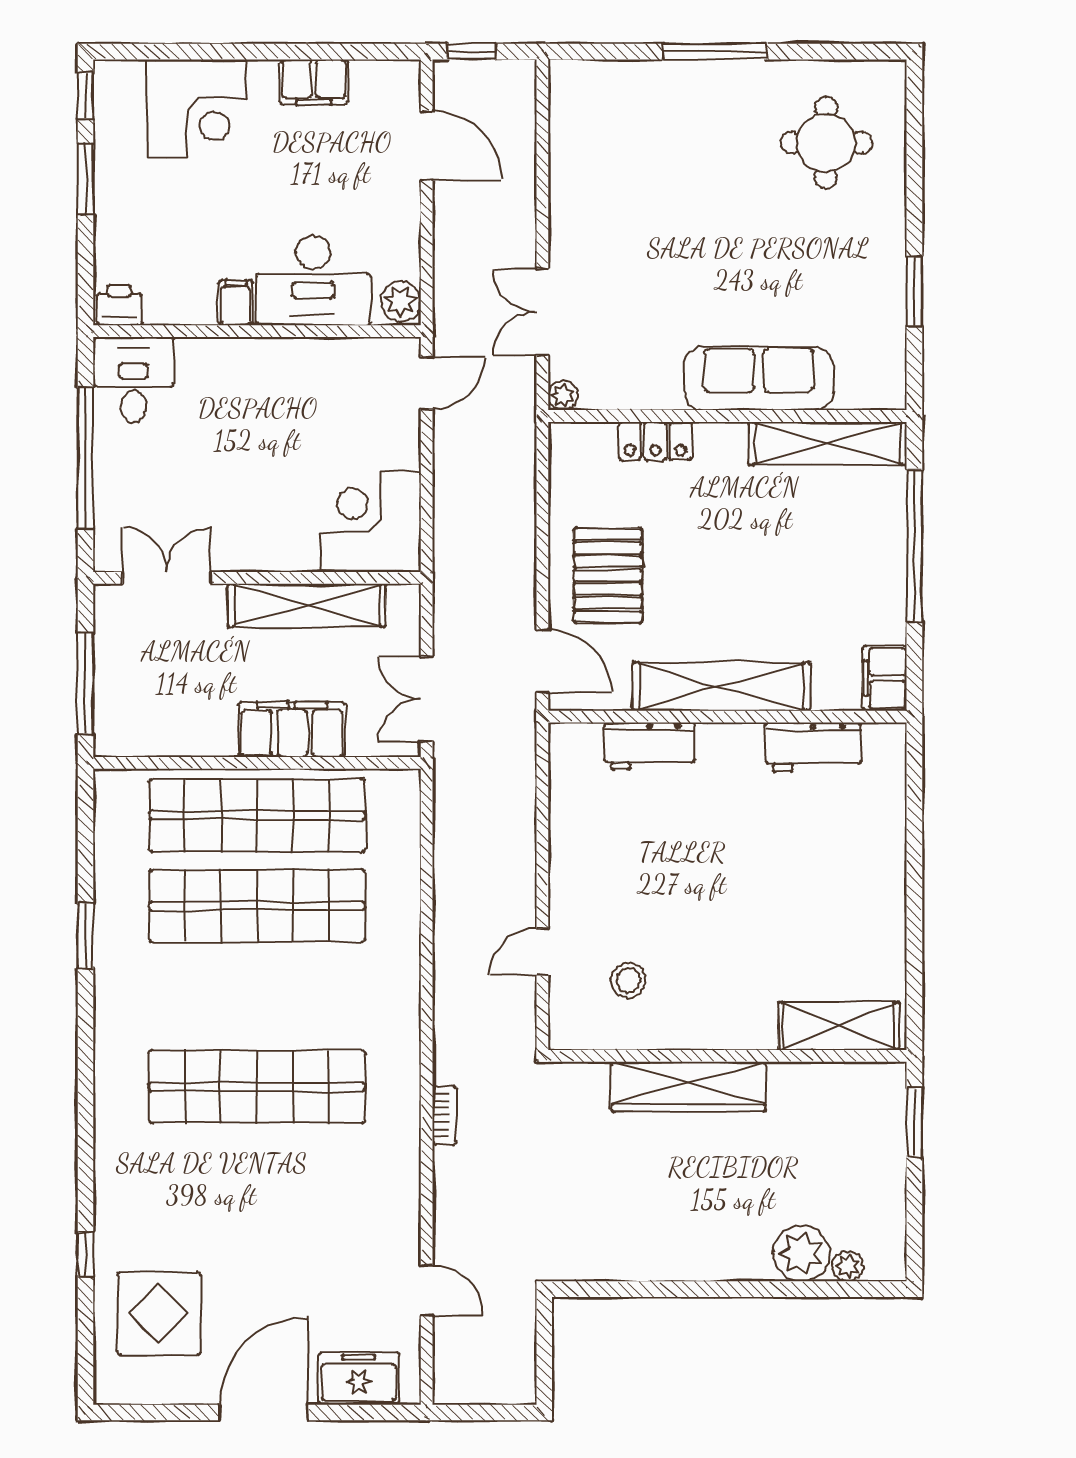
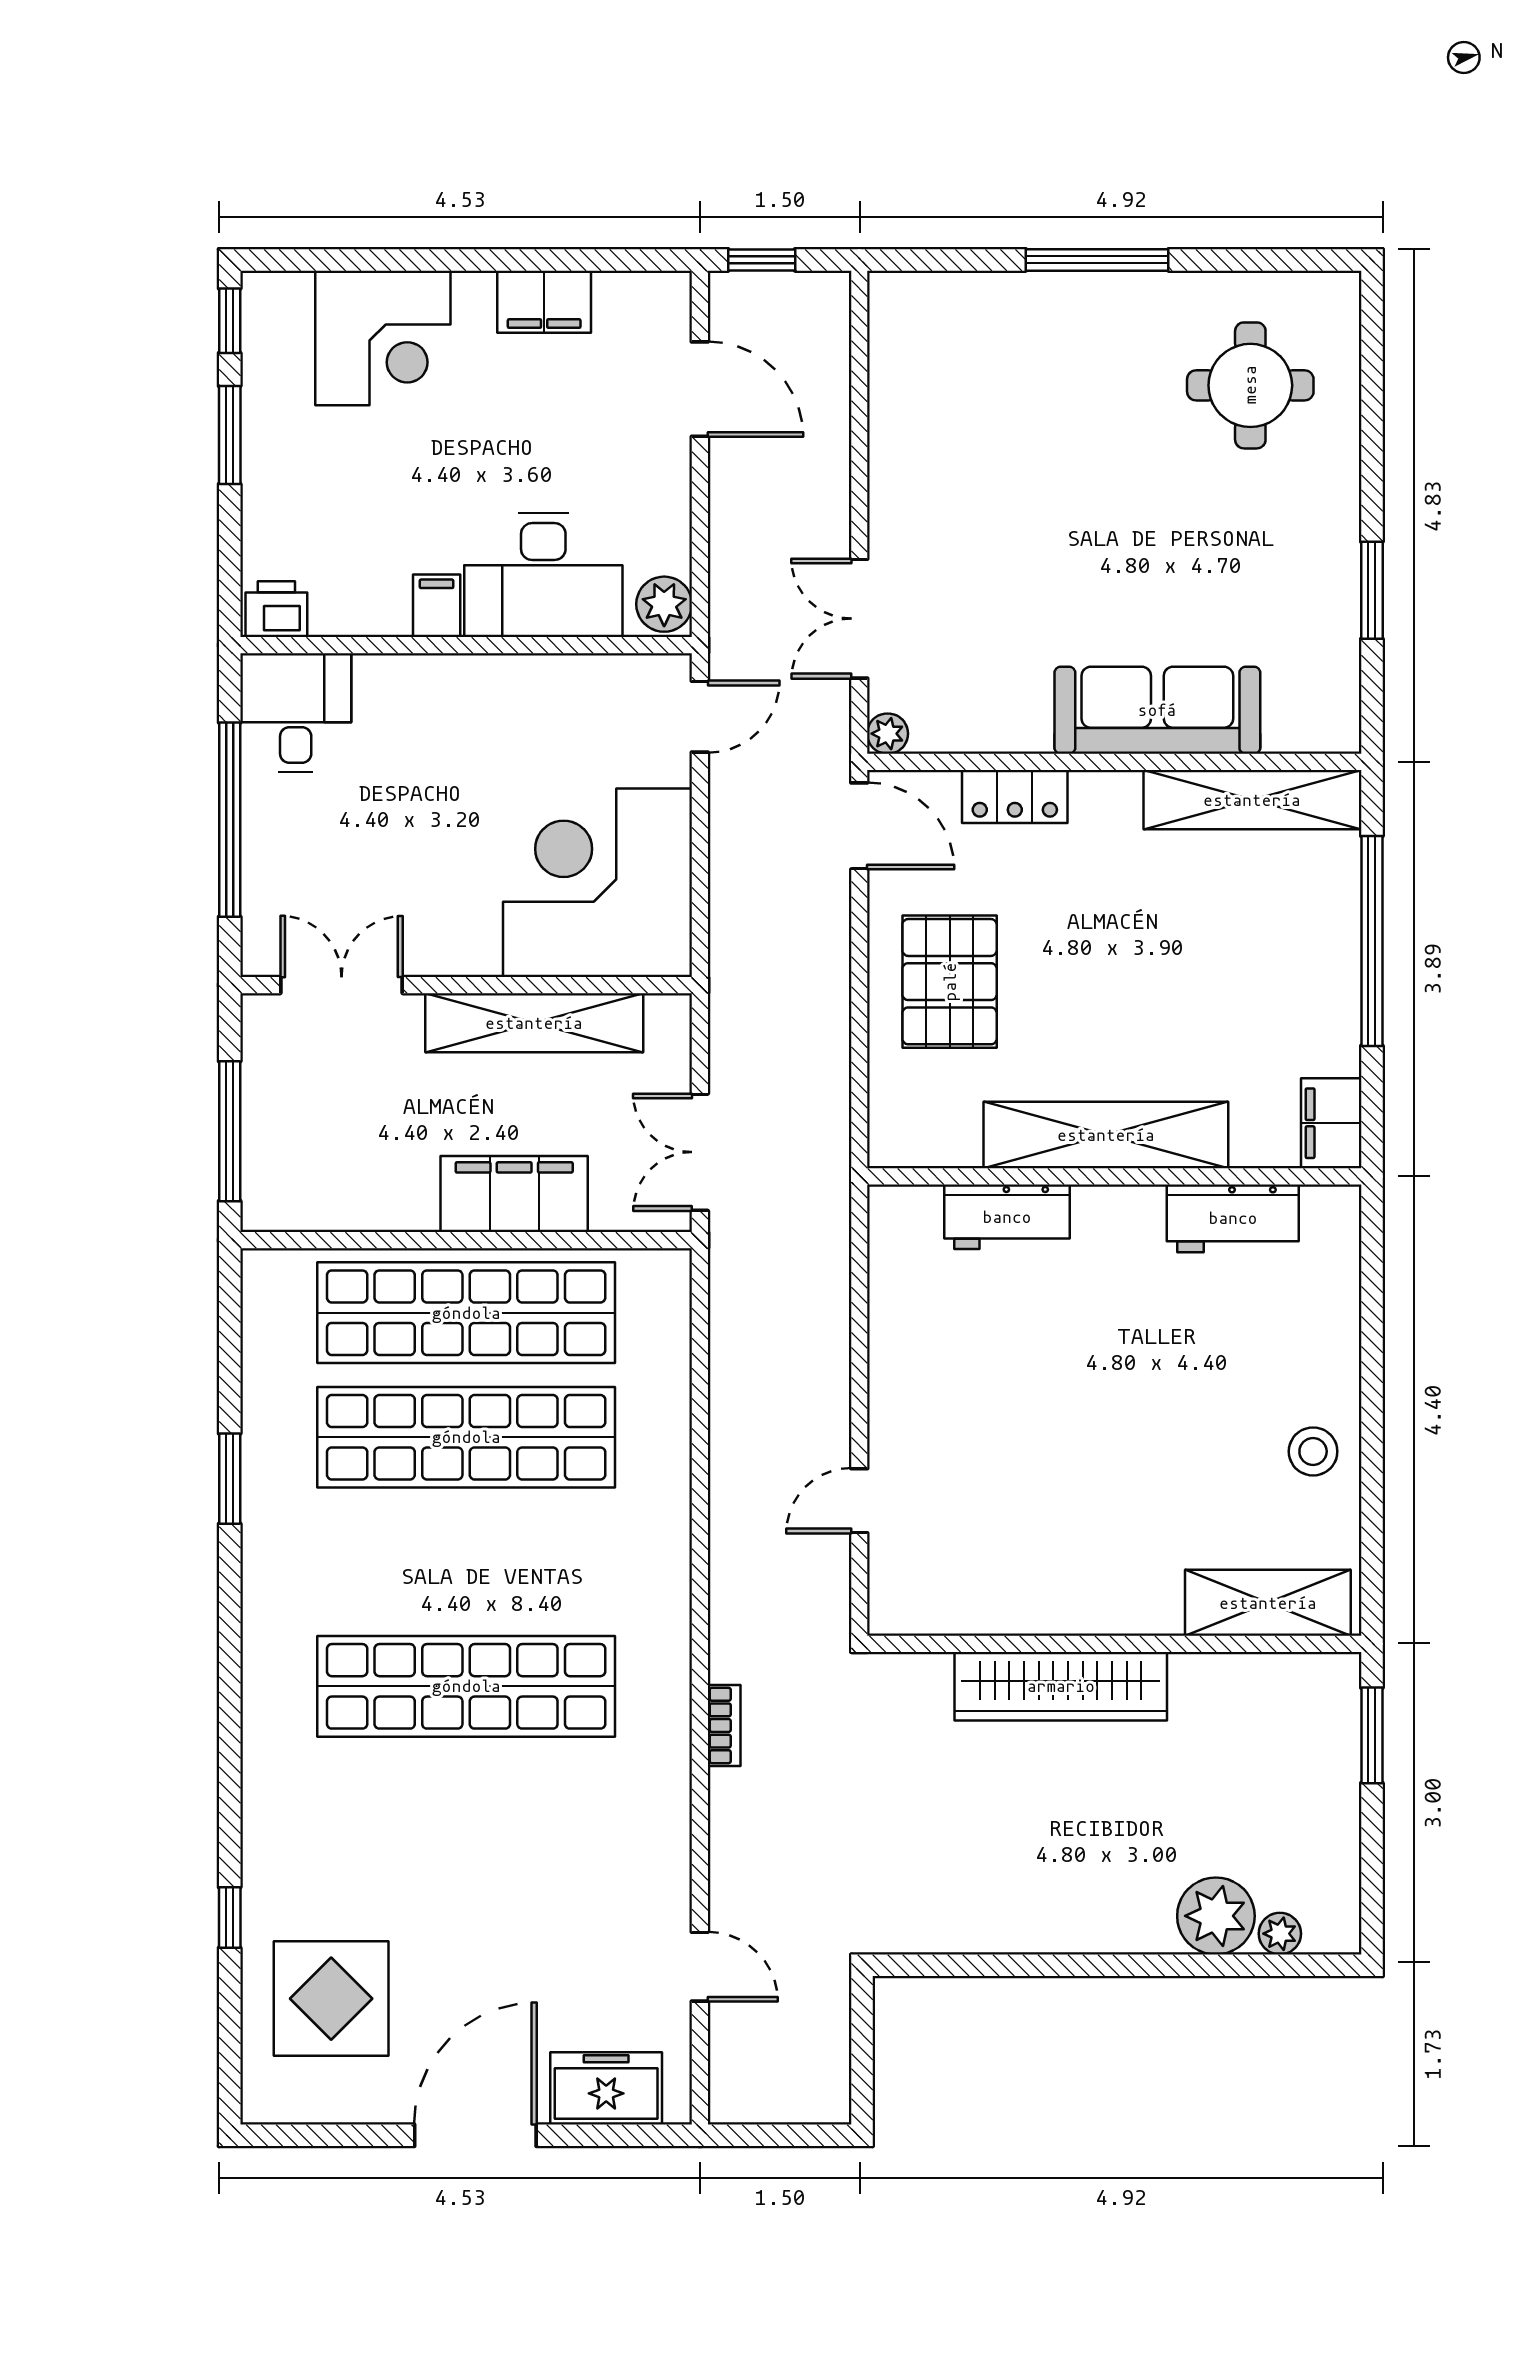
corner desk: (371, 522) -> (598, 883), width x1.36, depth x1.36
door: (542, 661) -> (859, 826), moved
stool: (628, 980) -> (1313, 1451), moved

